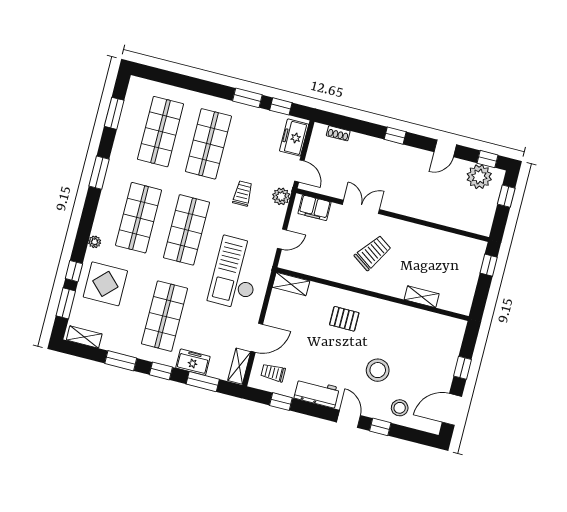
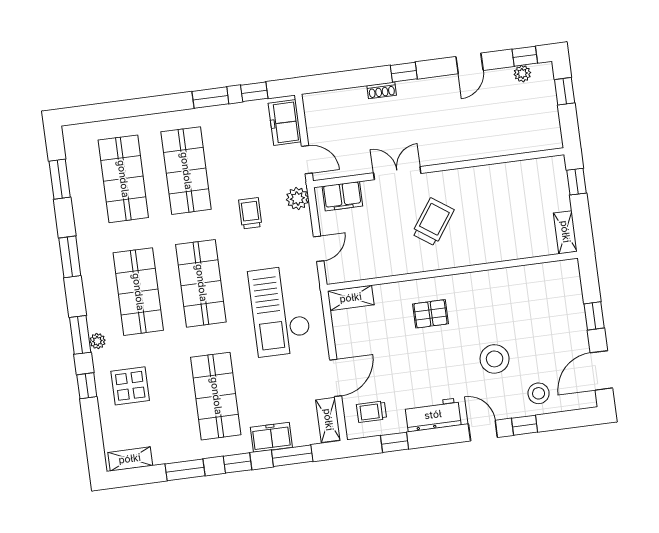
shoe rack: (338, 133) -> (382, 90), moved
plant: (479, 177) -> (522, 74), width x0.53, depth x0.53
display table: (105, 284) -> (130, 386), width x0.73, depth x0.73
shelving: (422, 297) -> (565, 232), moved, turned 90
window: (66, 303) -> (80, 335), moved

